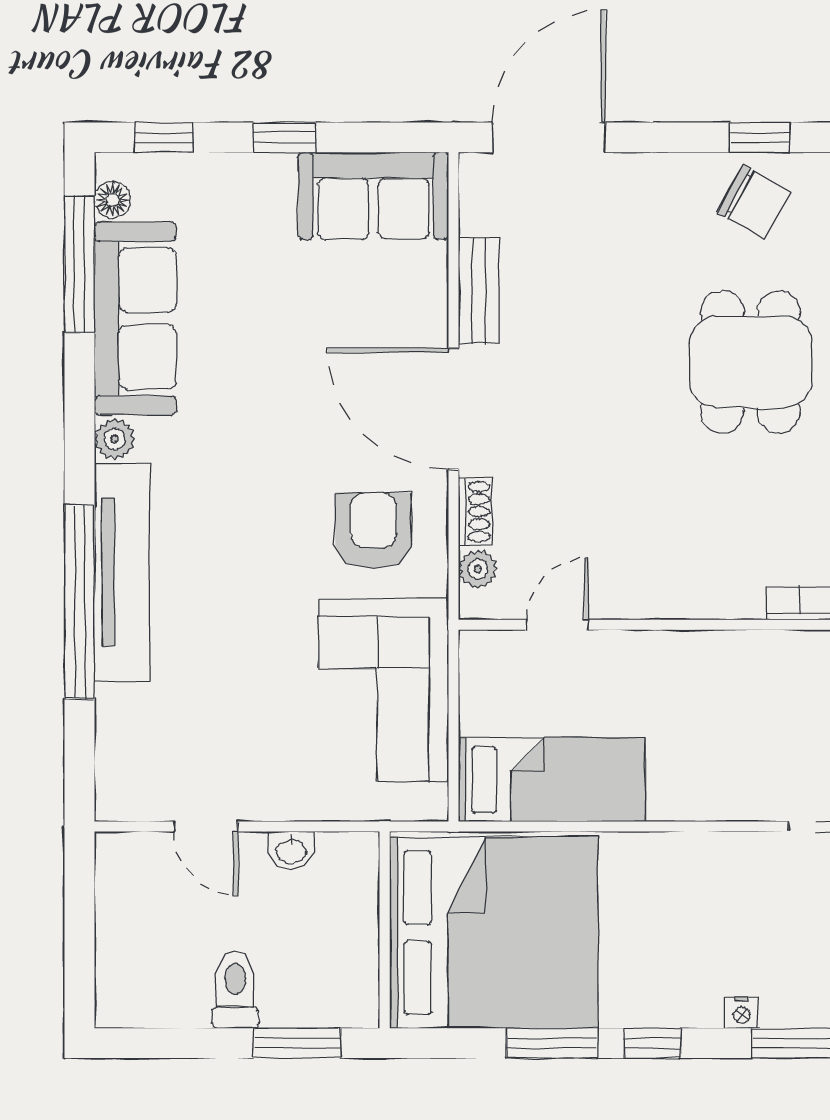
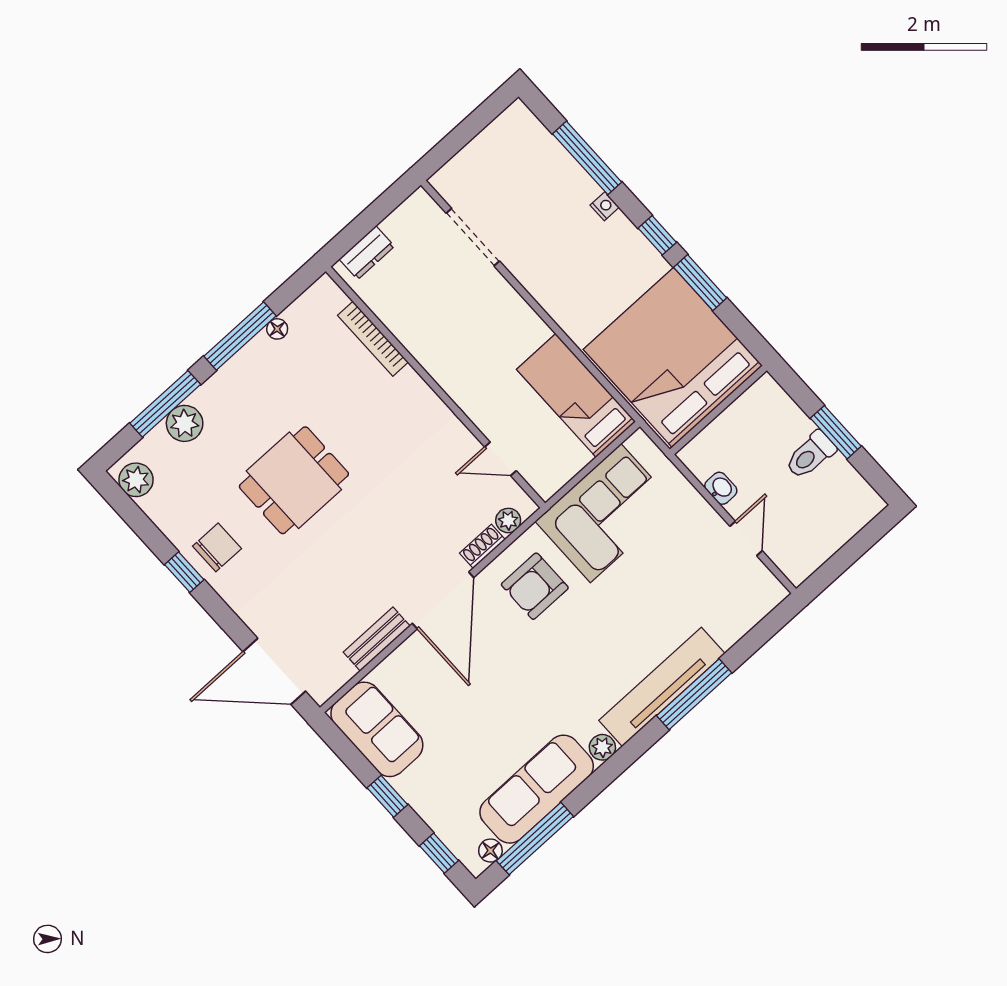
chair: (754, 202) -> (217, 547), turned 61
window: (79, 602) -> (694, 694), width x0.68
window: (297, 1043) -> (836, 432), moved

